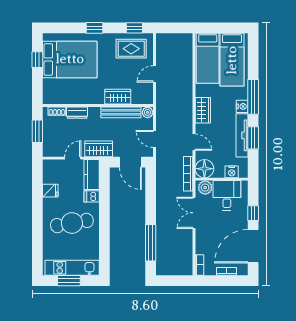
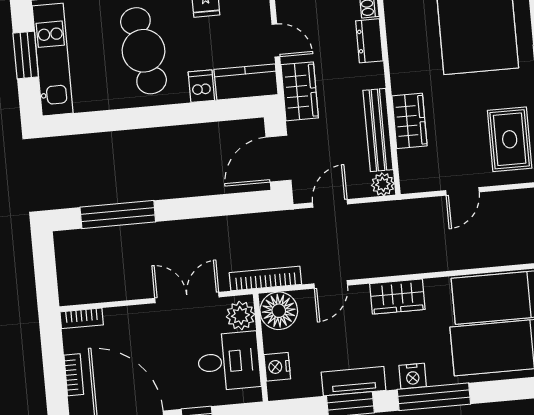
door: (154, 74) -> (462, 191), swing flipped
tv unit: (242, 135) -> (354, 381), width x0.71

